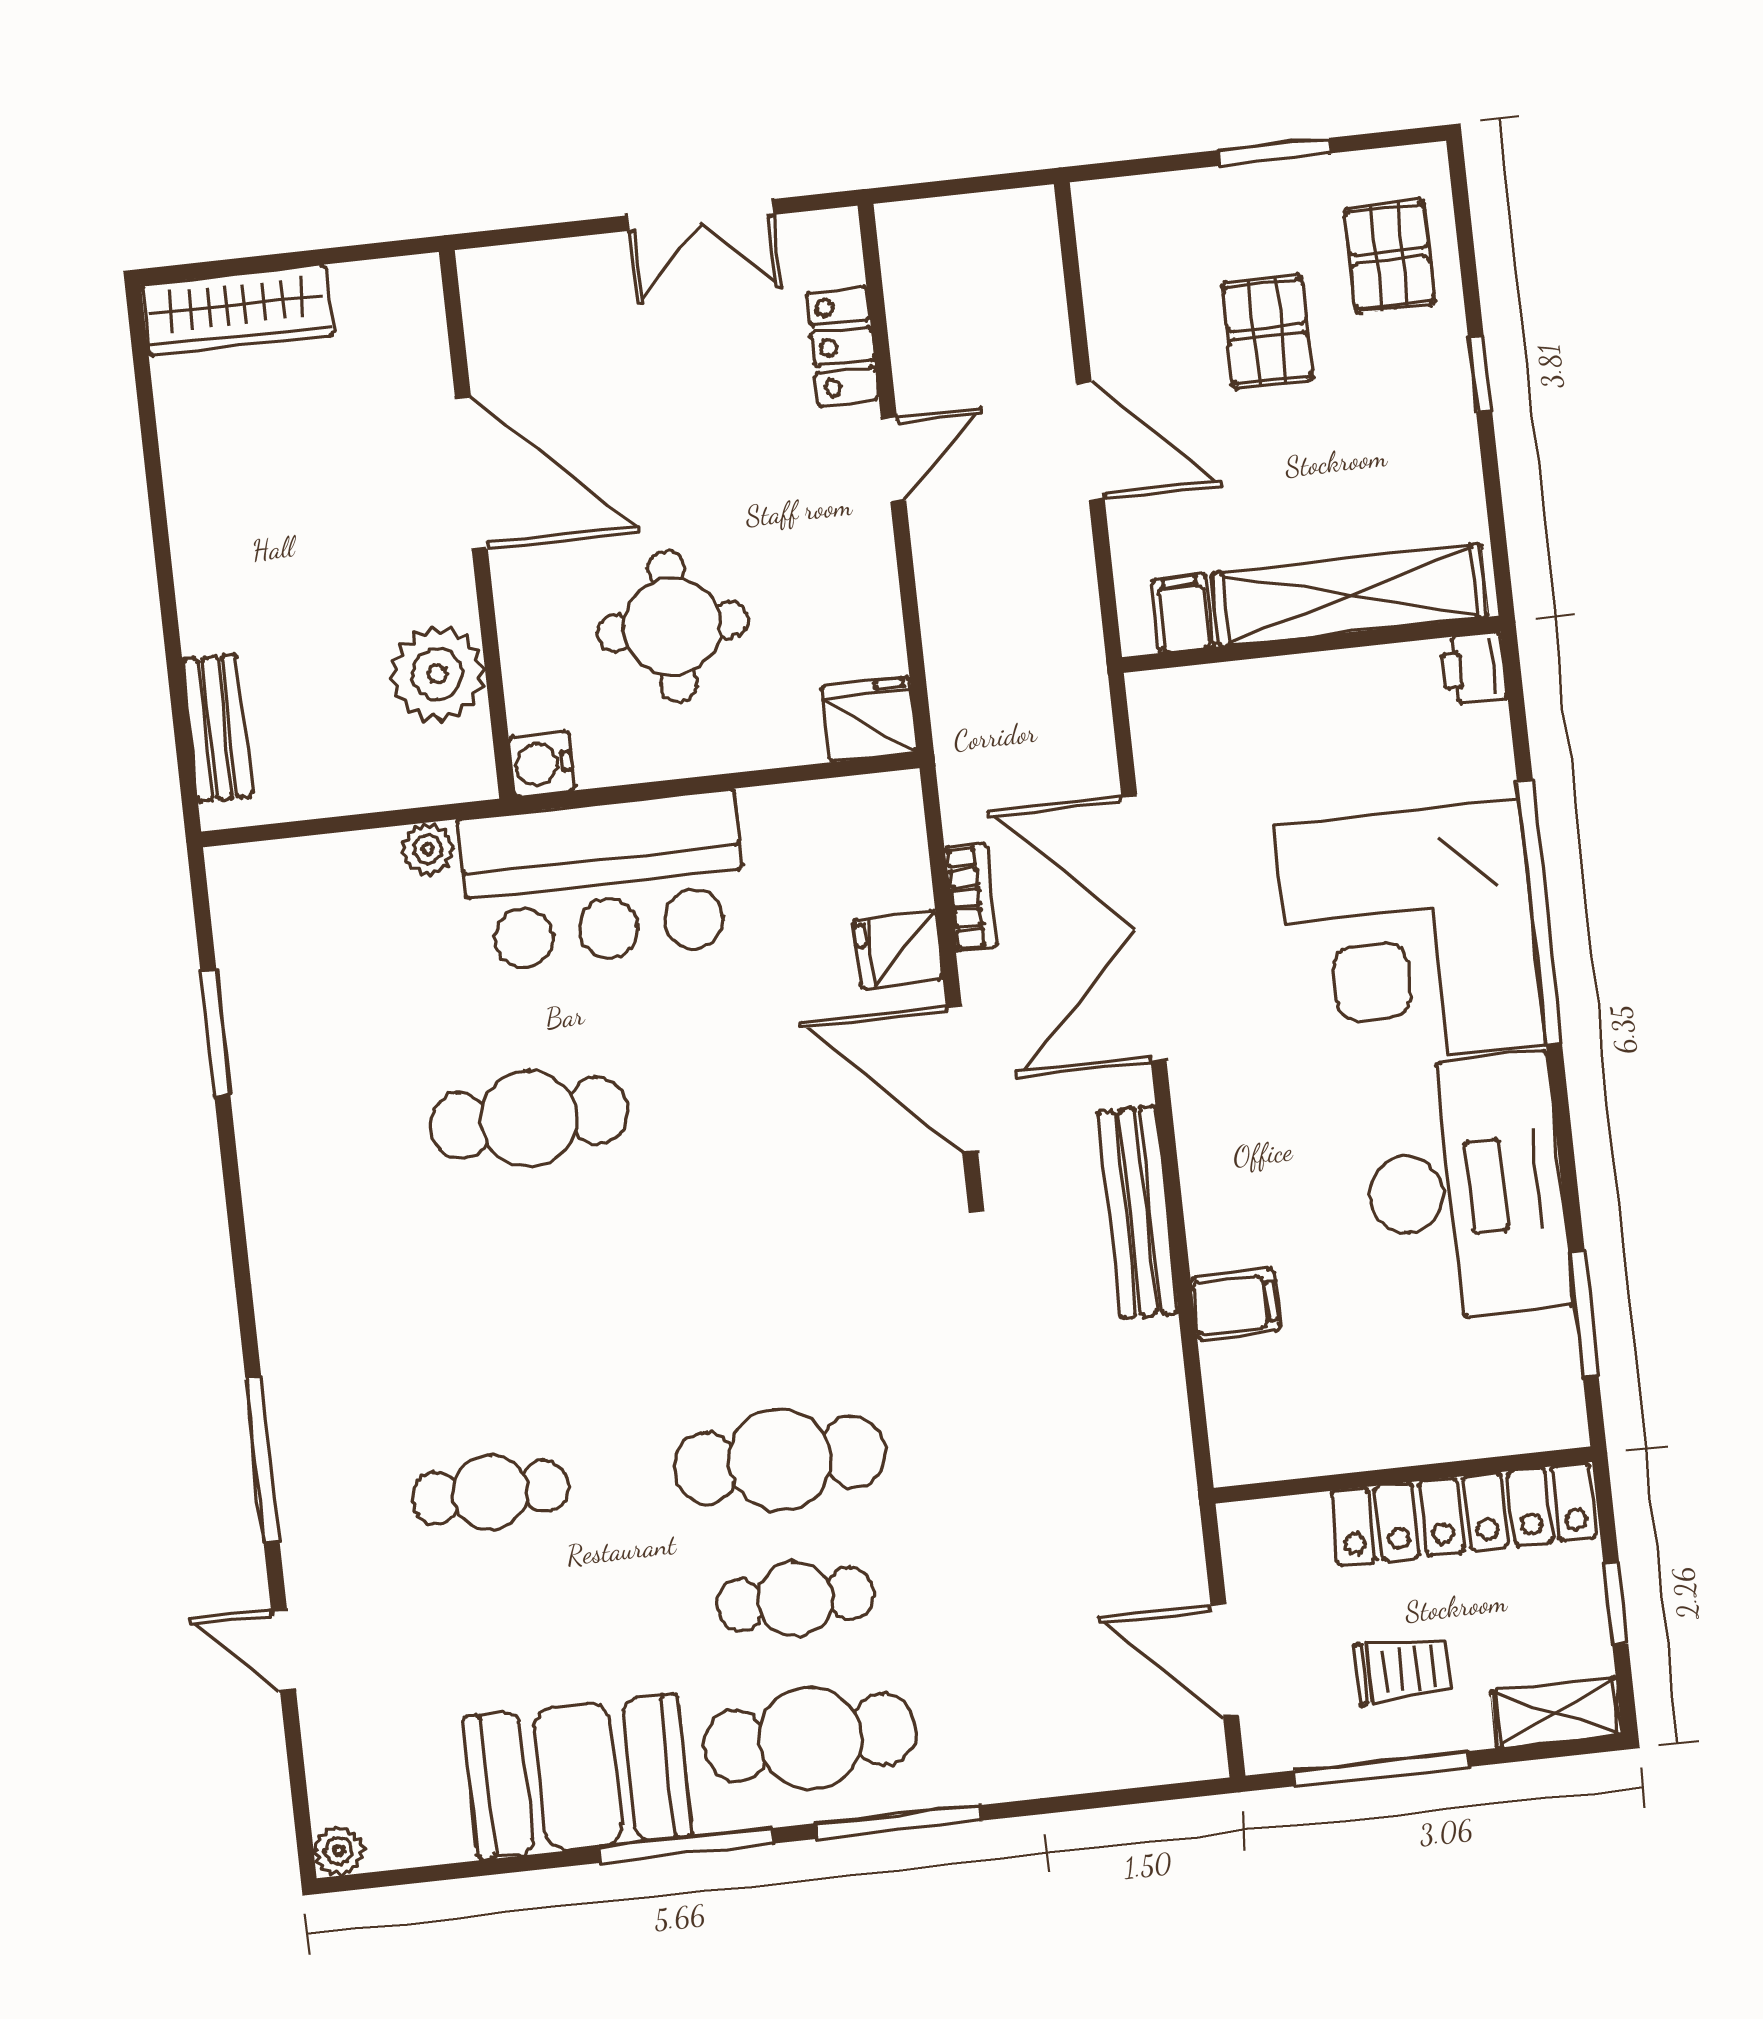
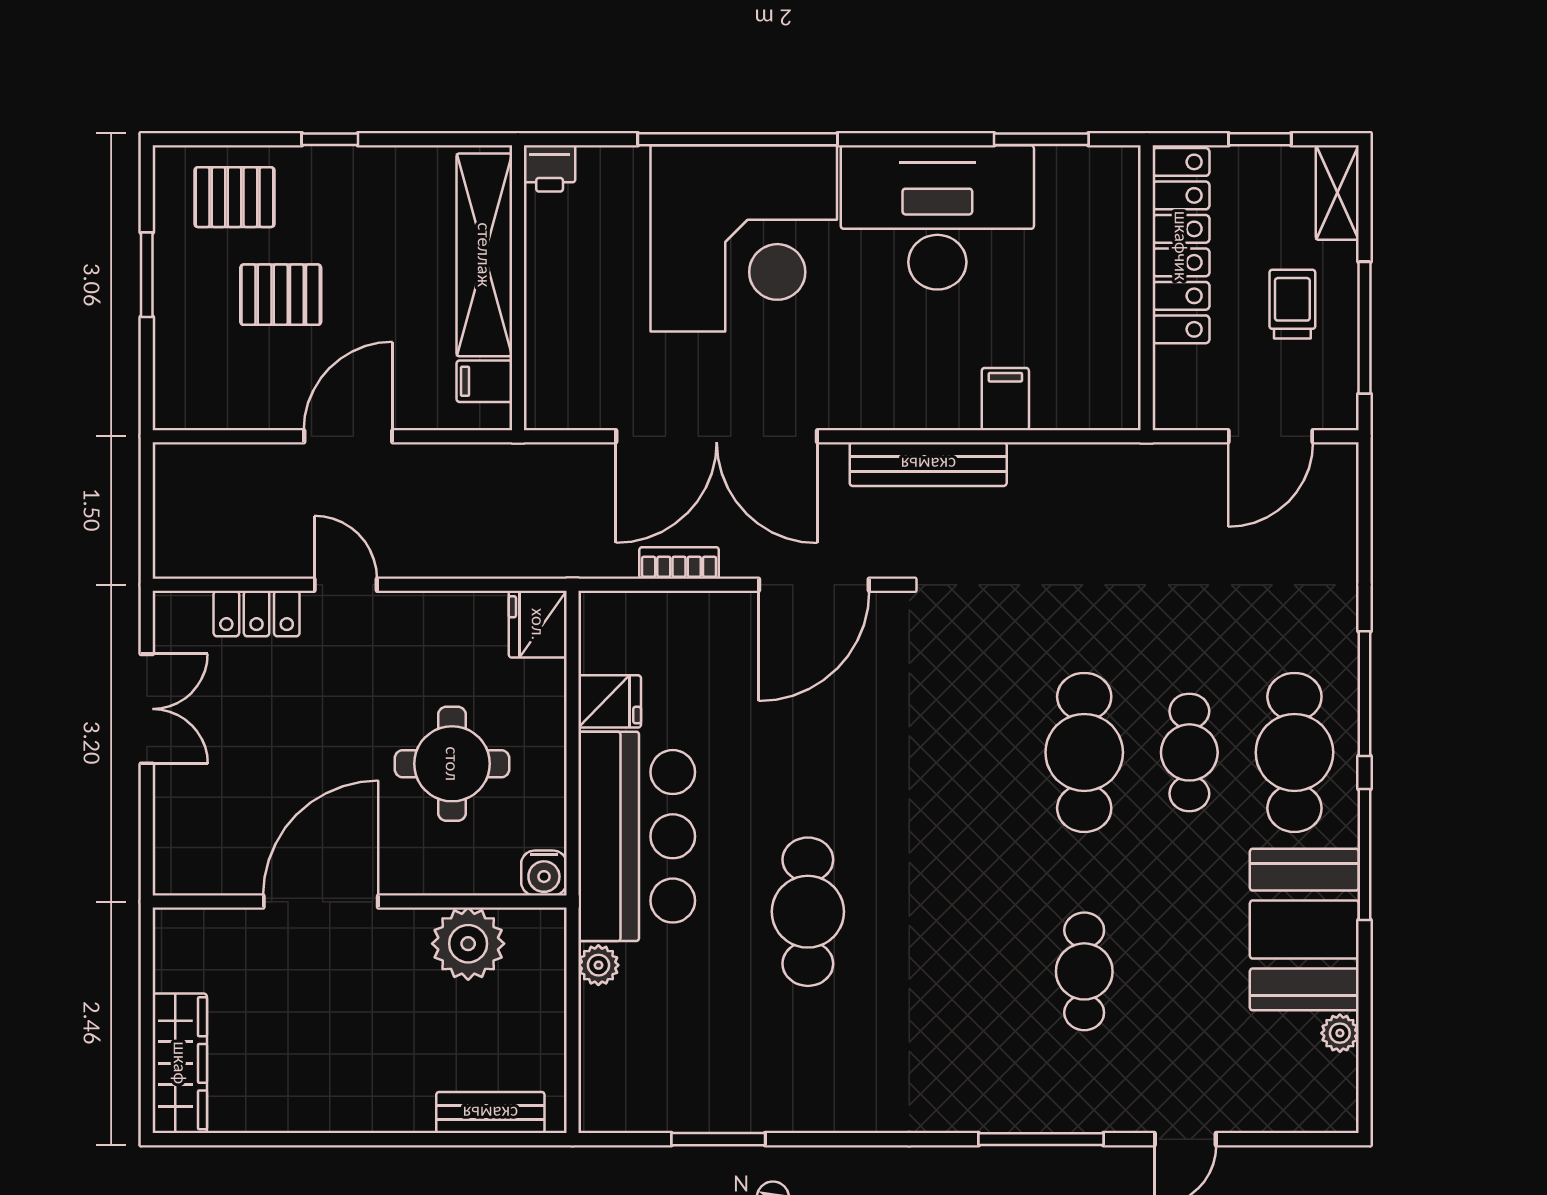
fridge: (898, 950) -> (610, 701), moved, turned -90
plant: (339, 1851) -> (1340, 1033), moved

